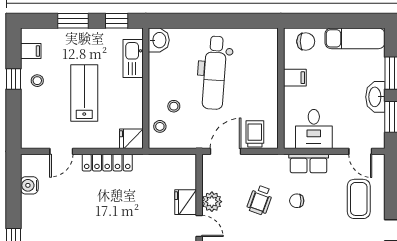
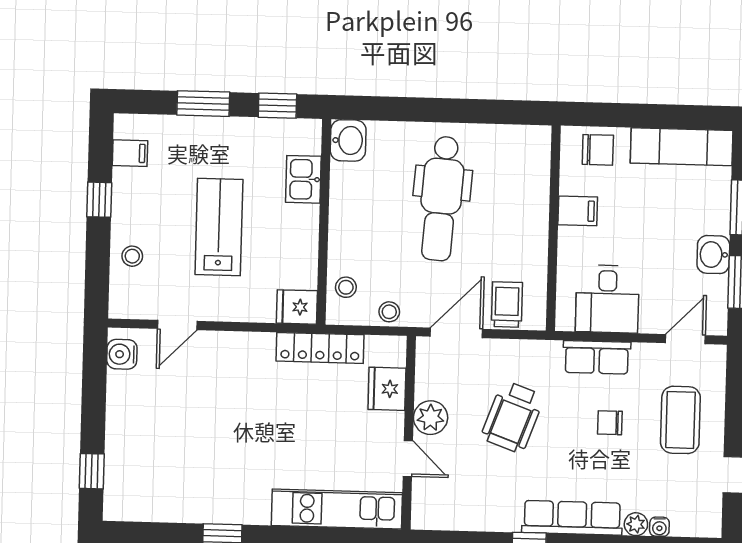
kitchen sink: (133, 58) -> (303, 179), width x0.73
stool: (37, 81) -> (132, 256), moved
washbasin: (375, 97) -> (713, 255), width x0.72
stool: (174, 106) -> (389, 312), moved
door: (360, 151) -> (685, 339), swing flipped
locker: (107, 163) -> (320, 348), moved
water cooler: (29, 185) -> (122, 354), moved
wheelchair: (260, 200) -> (513, 417), width x1.36, depth x1.37
chair: (297, 201) -> (610, 423), moved
fridge: (186, 202) -> (387, 389), moved

